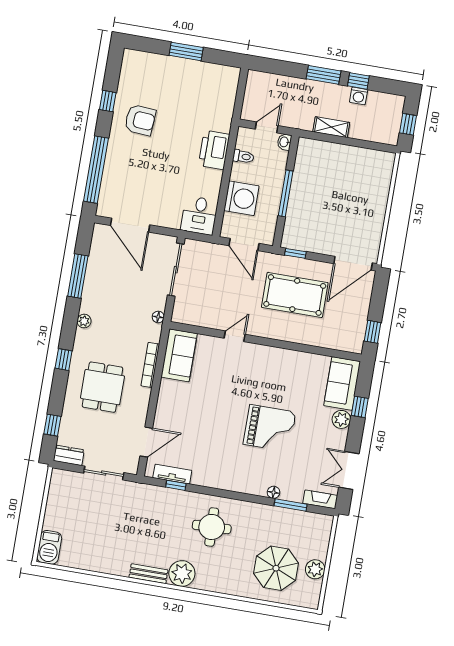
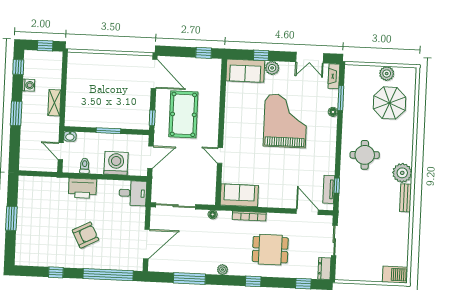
window: (358, 81) -> (18, 67), moved
armchair: (140, 120) -> (86, 235), moved, turned 59
window: (286, 193) -> (108, 131), width x0.69
grand piano: (270, 428) -> (285, 121), width x1.37, depth x1.48

